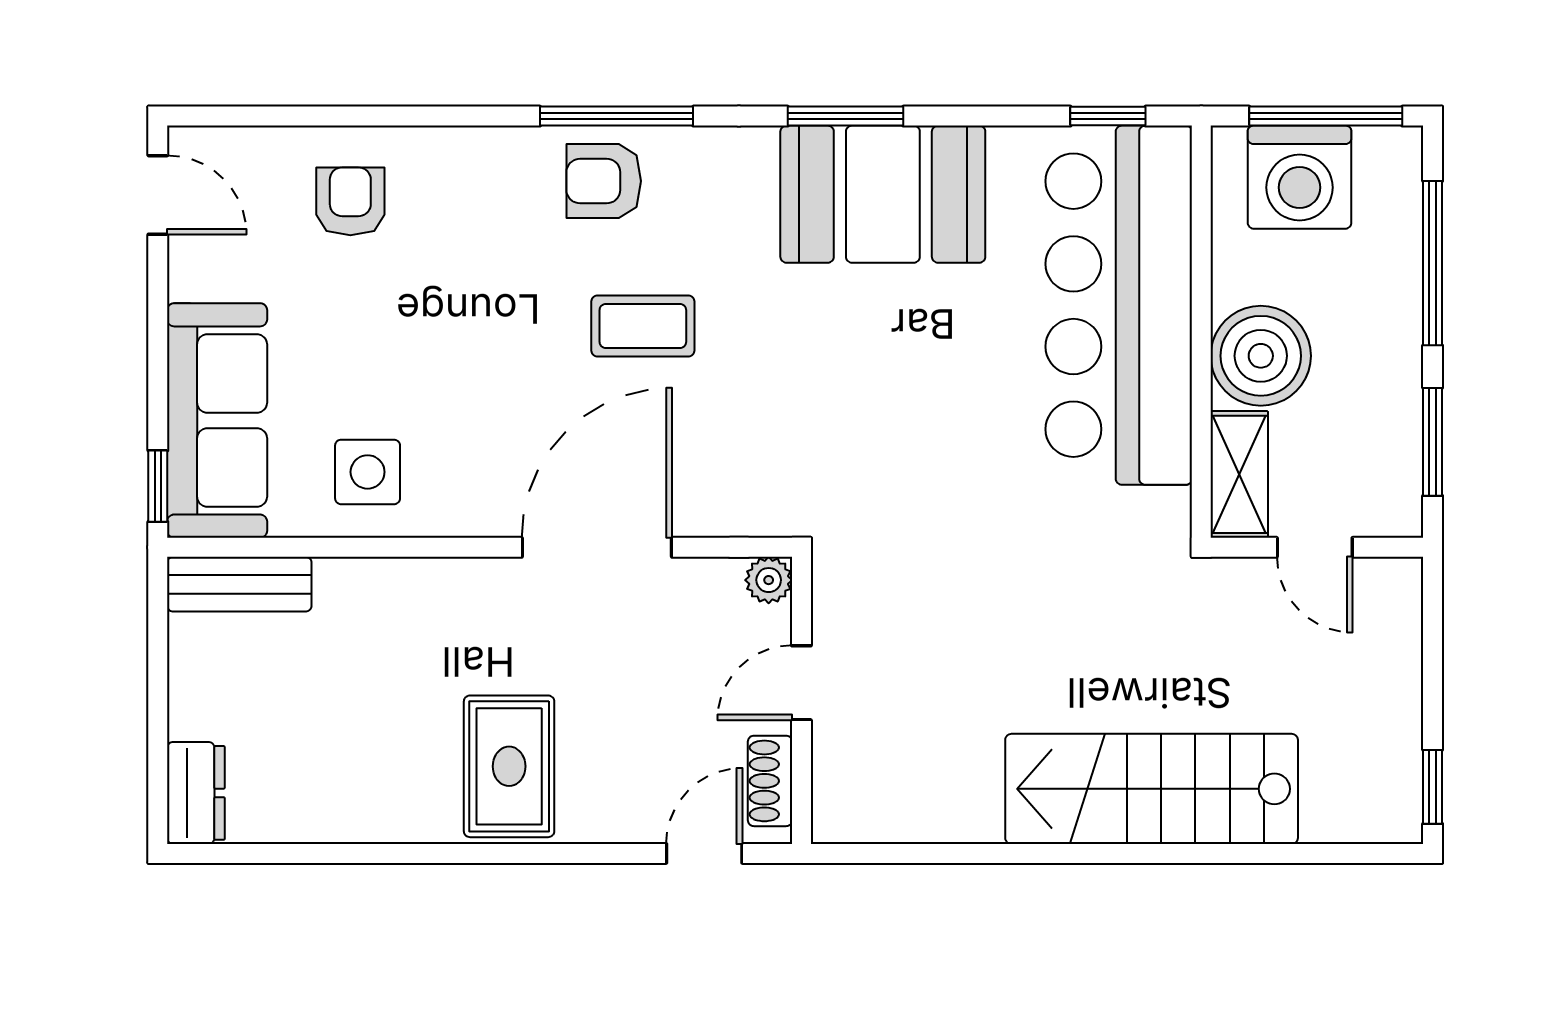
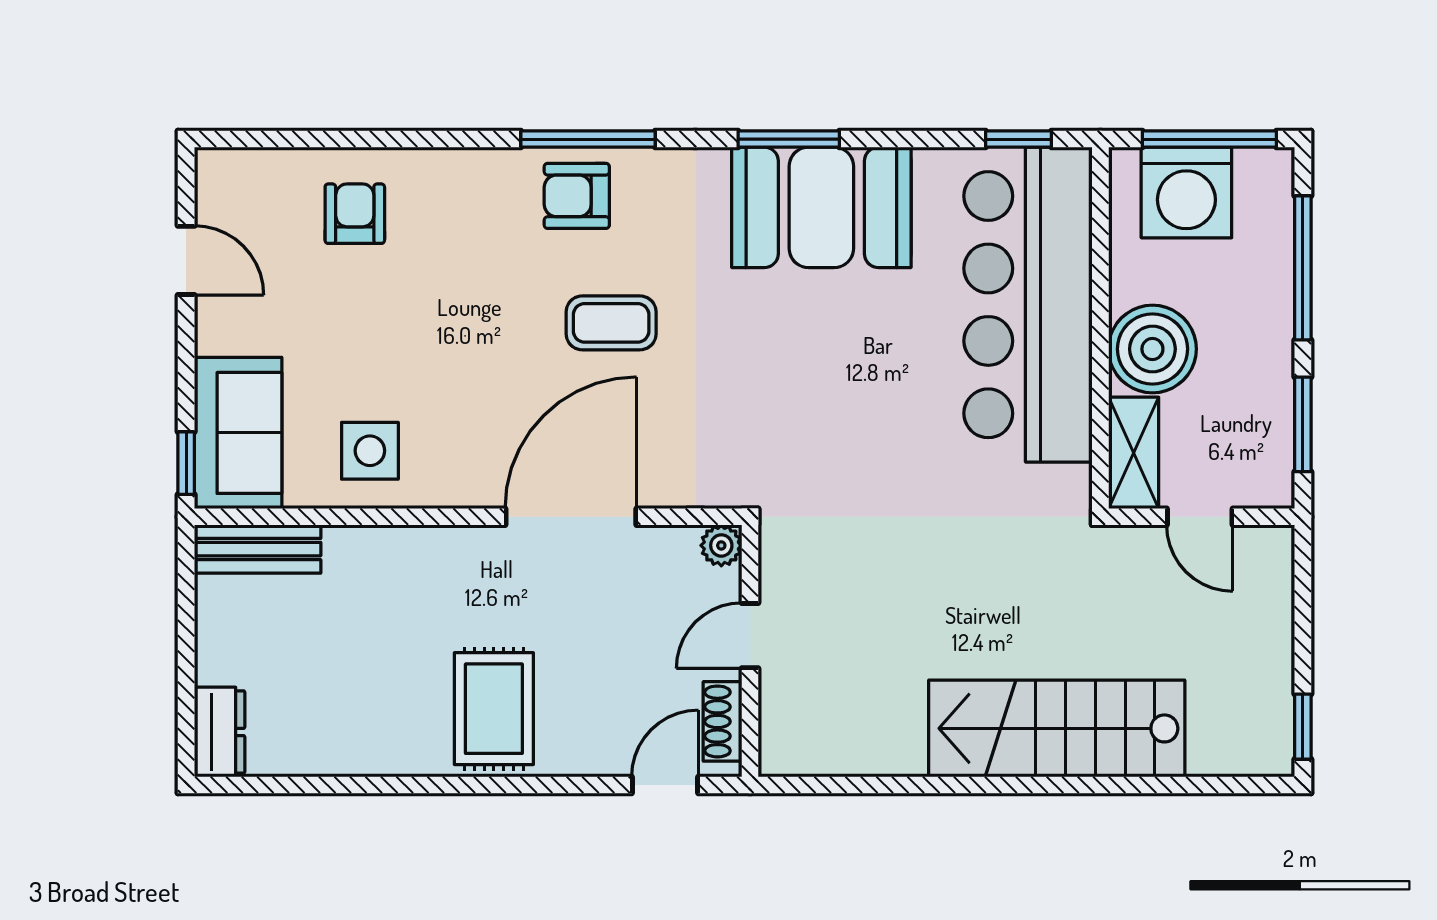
door: (158, 195) -> (186, 260), moved
sofa: (217, 420) -> (238, 433), width x0.73

